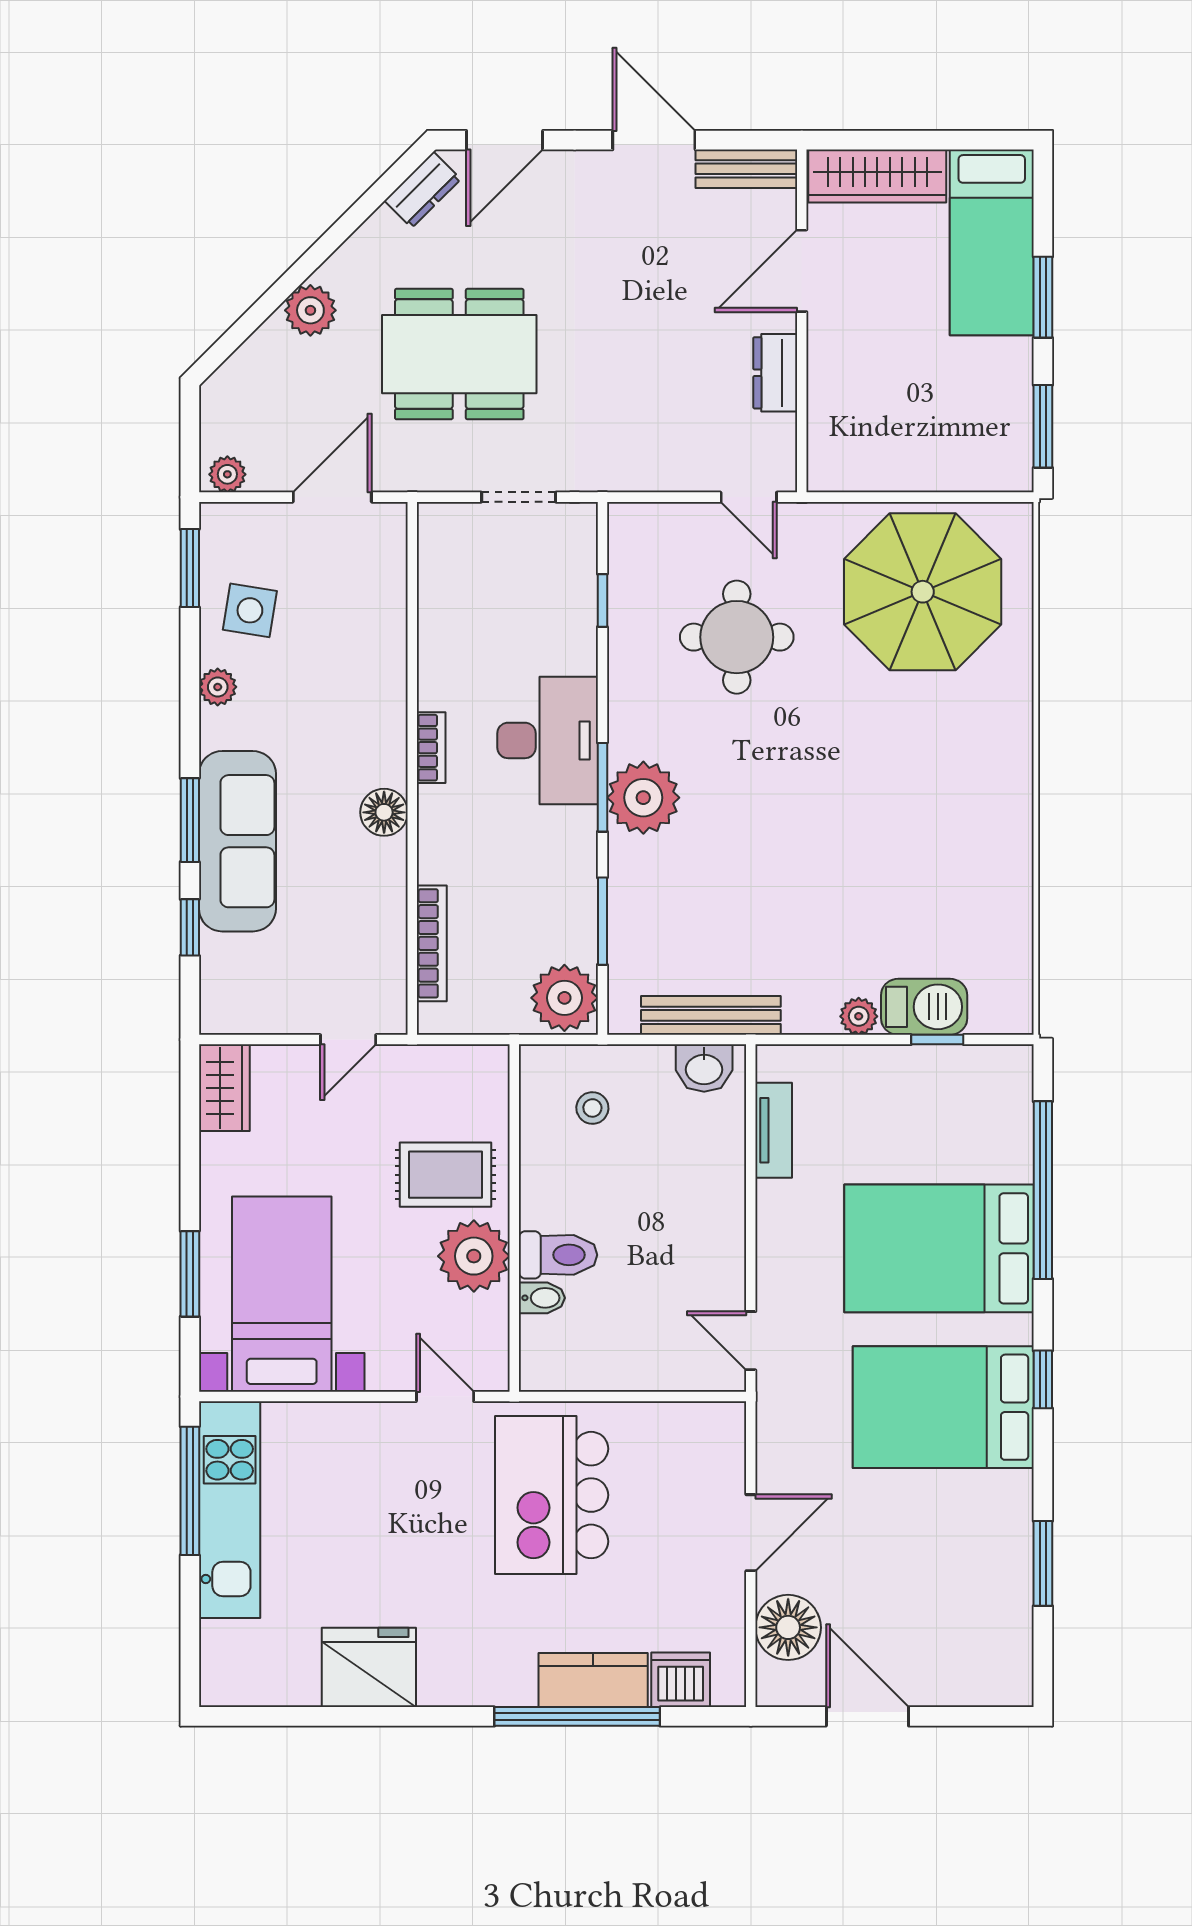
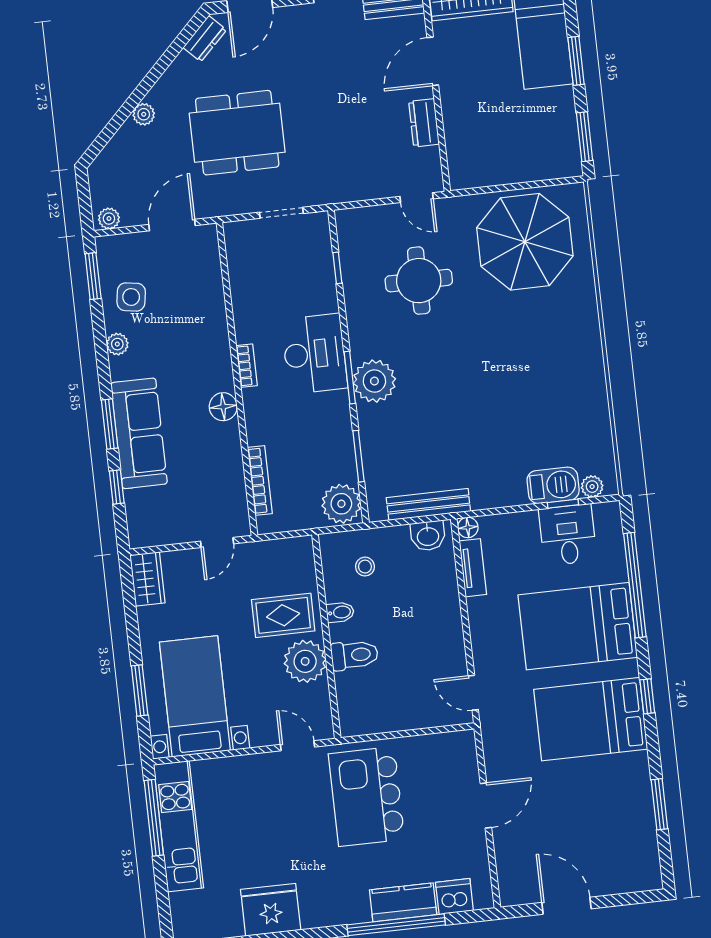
plant: (310, 310) -> (144, 114), width x0.73, depth x0.73
plant: (859, 1016) -> (592, 487), moved
desk: (939, 1093) -> (568, 535), added
bidet: (542, 1298) -> (340, 612), moved
floor lamp: (788, 1627) -> (468, 527), moved, width x0.53, depth x0.53

